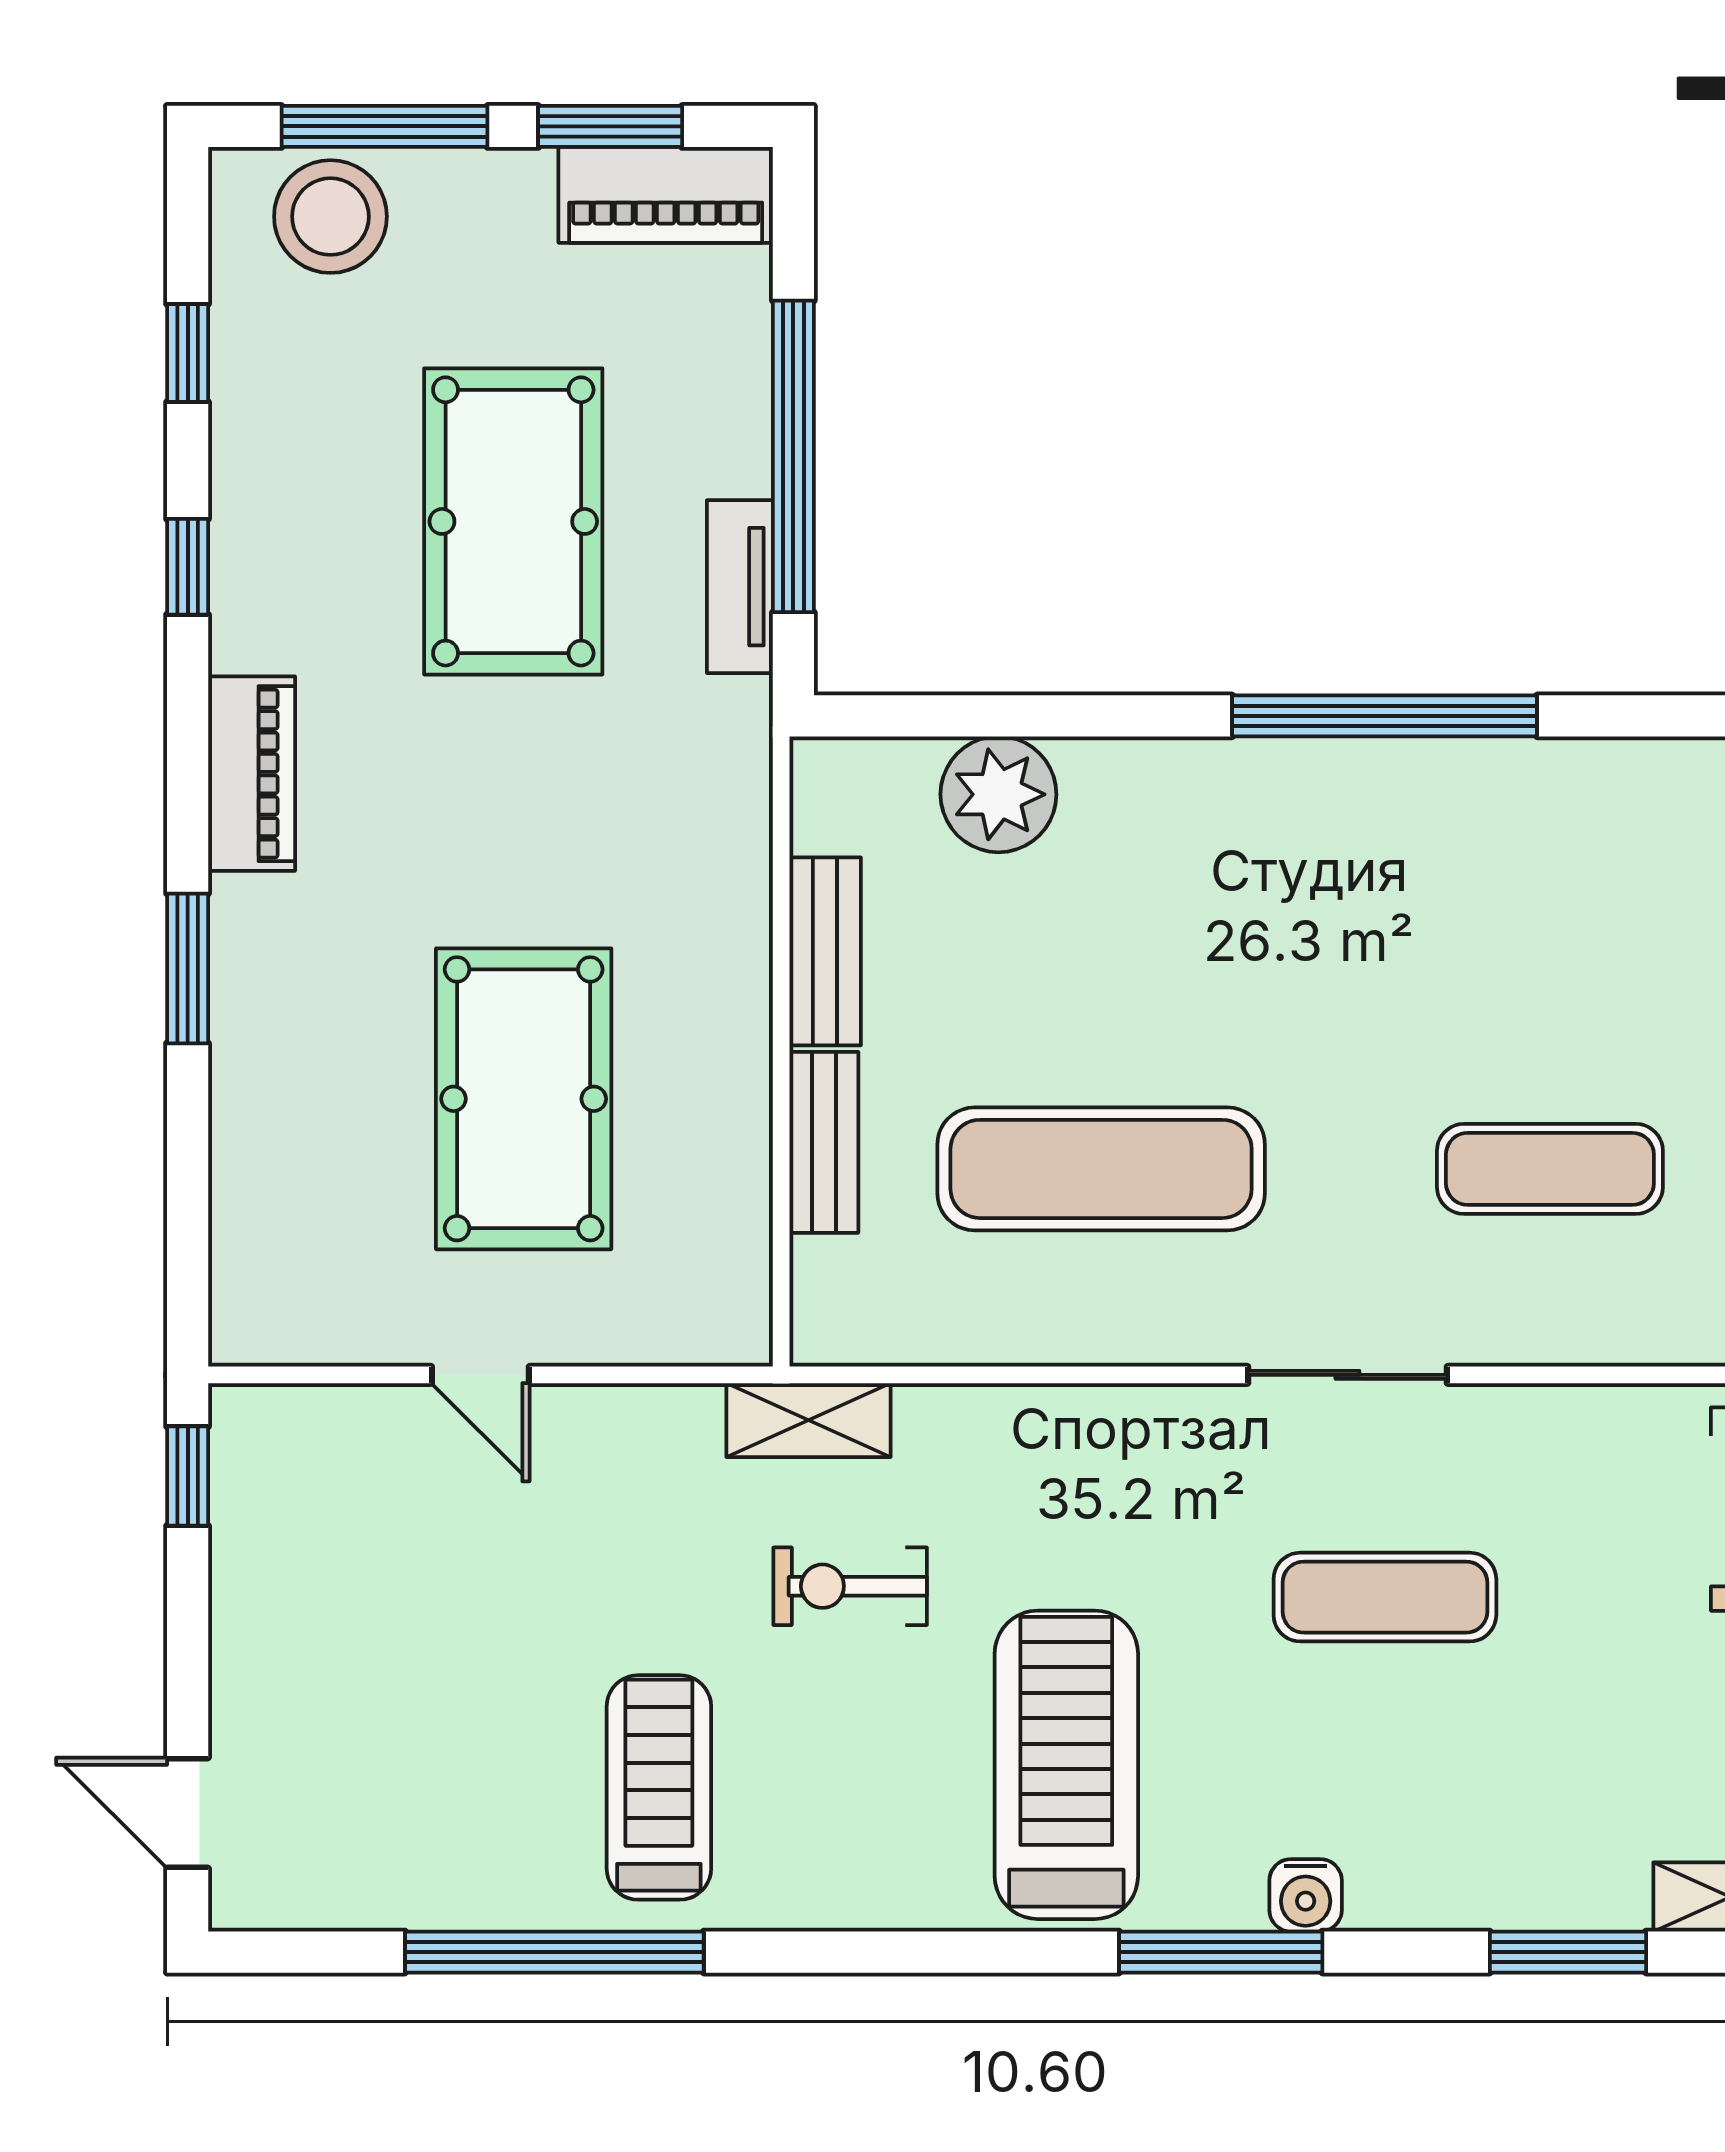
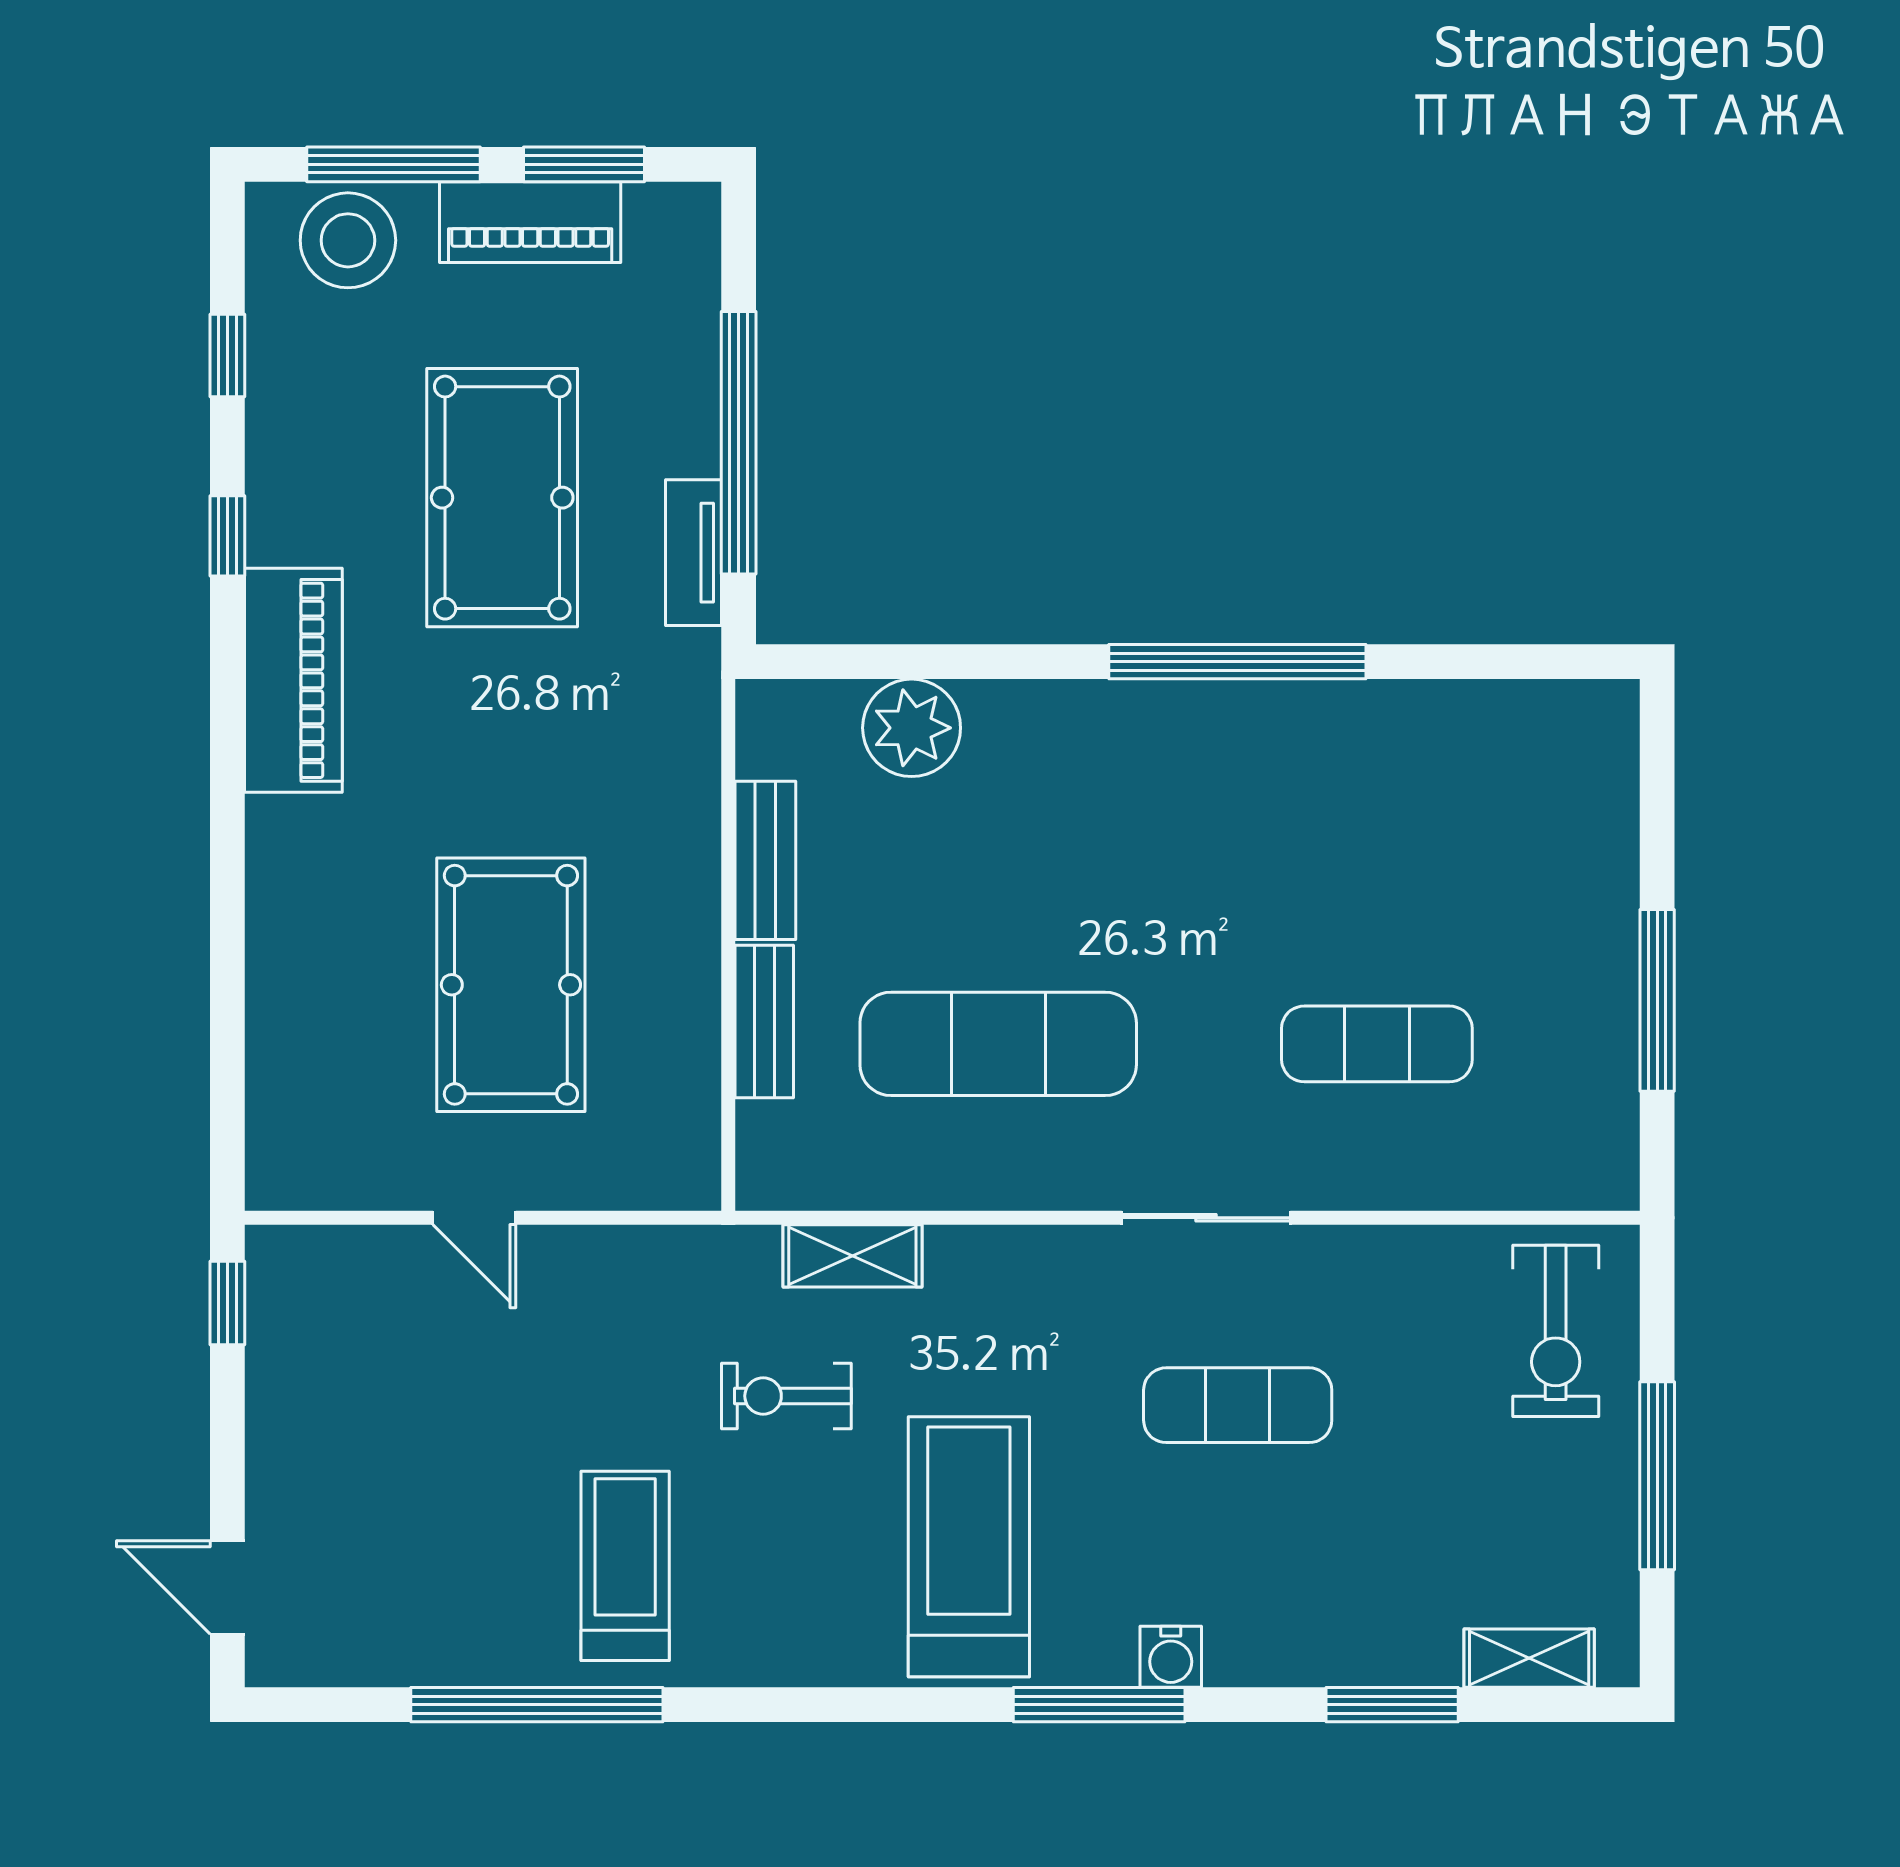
piano: (666, 195) -> (530, 222), moved
piano: (252, 774) -> (293, 680), width x1.37, depth x1.33
window: (188, 968) -> (227, 875), removed
shelving: (809, 1420) -> (852, 1256), moved

